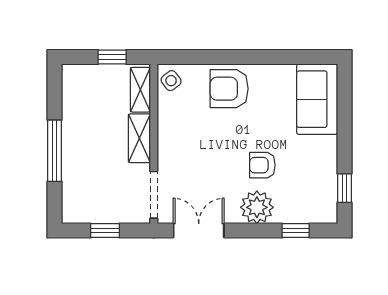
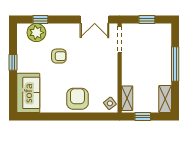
armchair: (229, 89) -> (77, 99), turned -90
shelving: (139, 138) -> (165, 99), moved
window: (344, 188) -> (13, 62), moved
plant: (257, 207) -> (36, 33), moved

